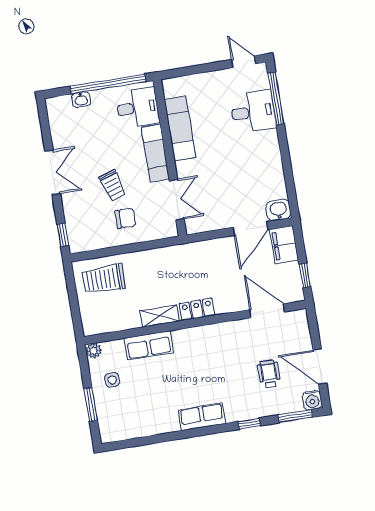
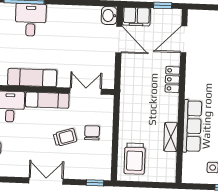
locker: (197, 309) -> (172, 79), moved
shelving: (160, 316) -> (171, 137), moved
row of seats: (149, 345) -> (192, 126), width x1.48
plant: (93, 351) -> (188, 177), removed

